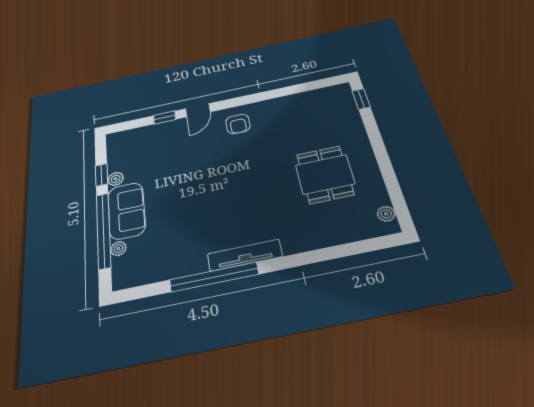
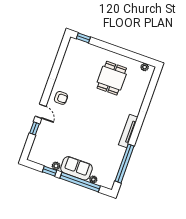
dining table: (325, 174) -> (112, 78), turned 90
window: (214, 277) -> (125, 163), moved

